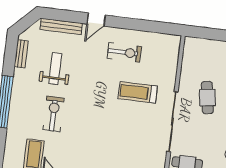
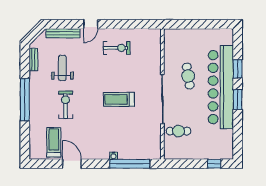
treadmill: (138, 92) -> (119, 99), moved

